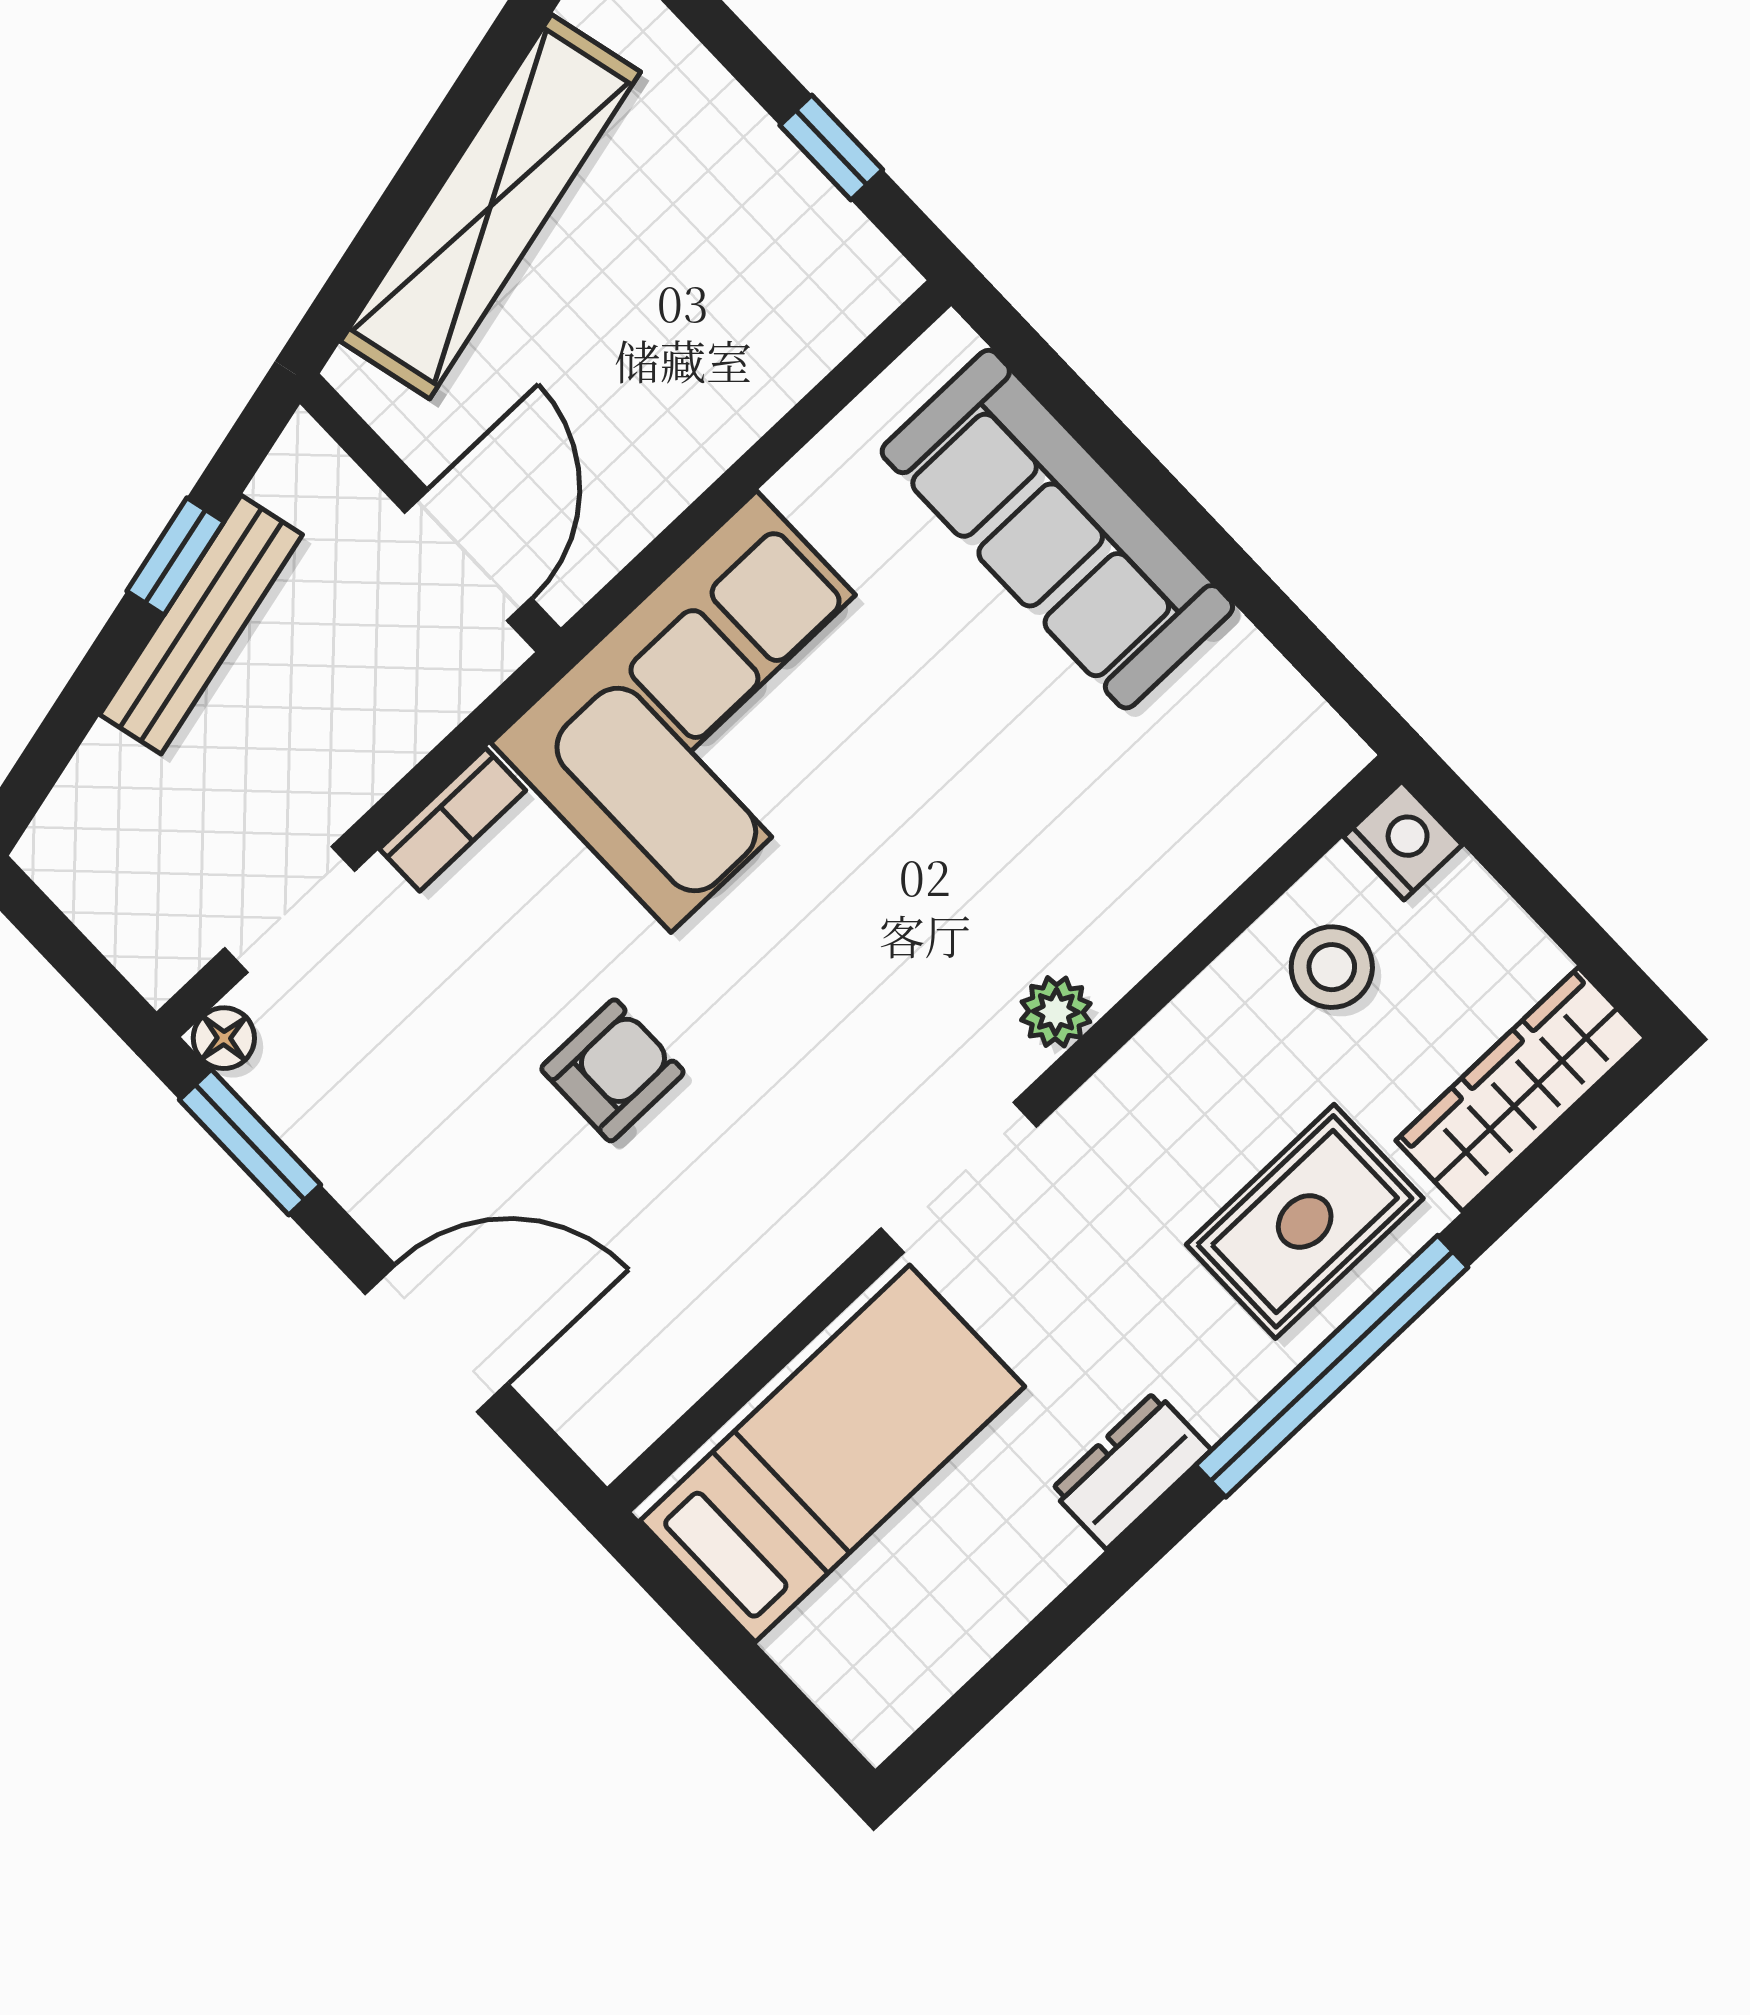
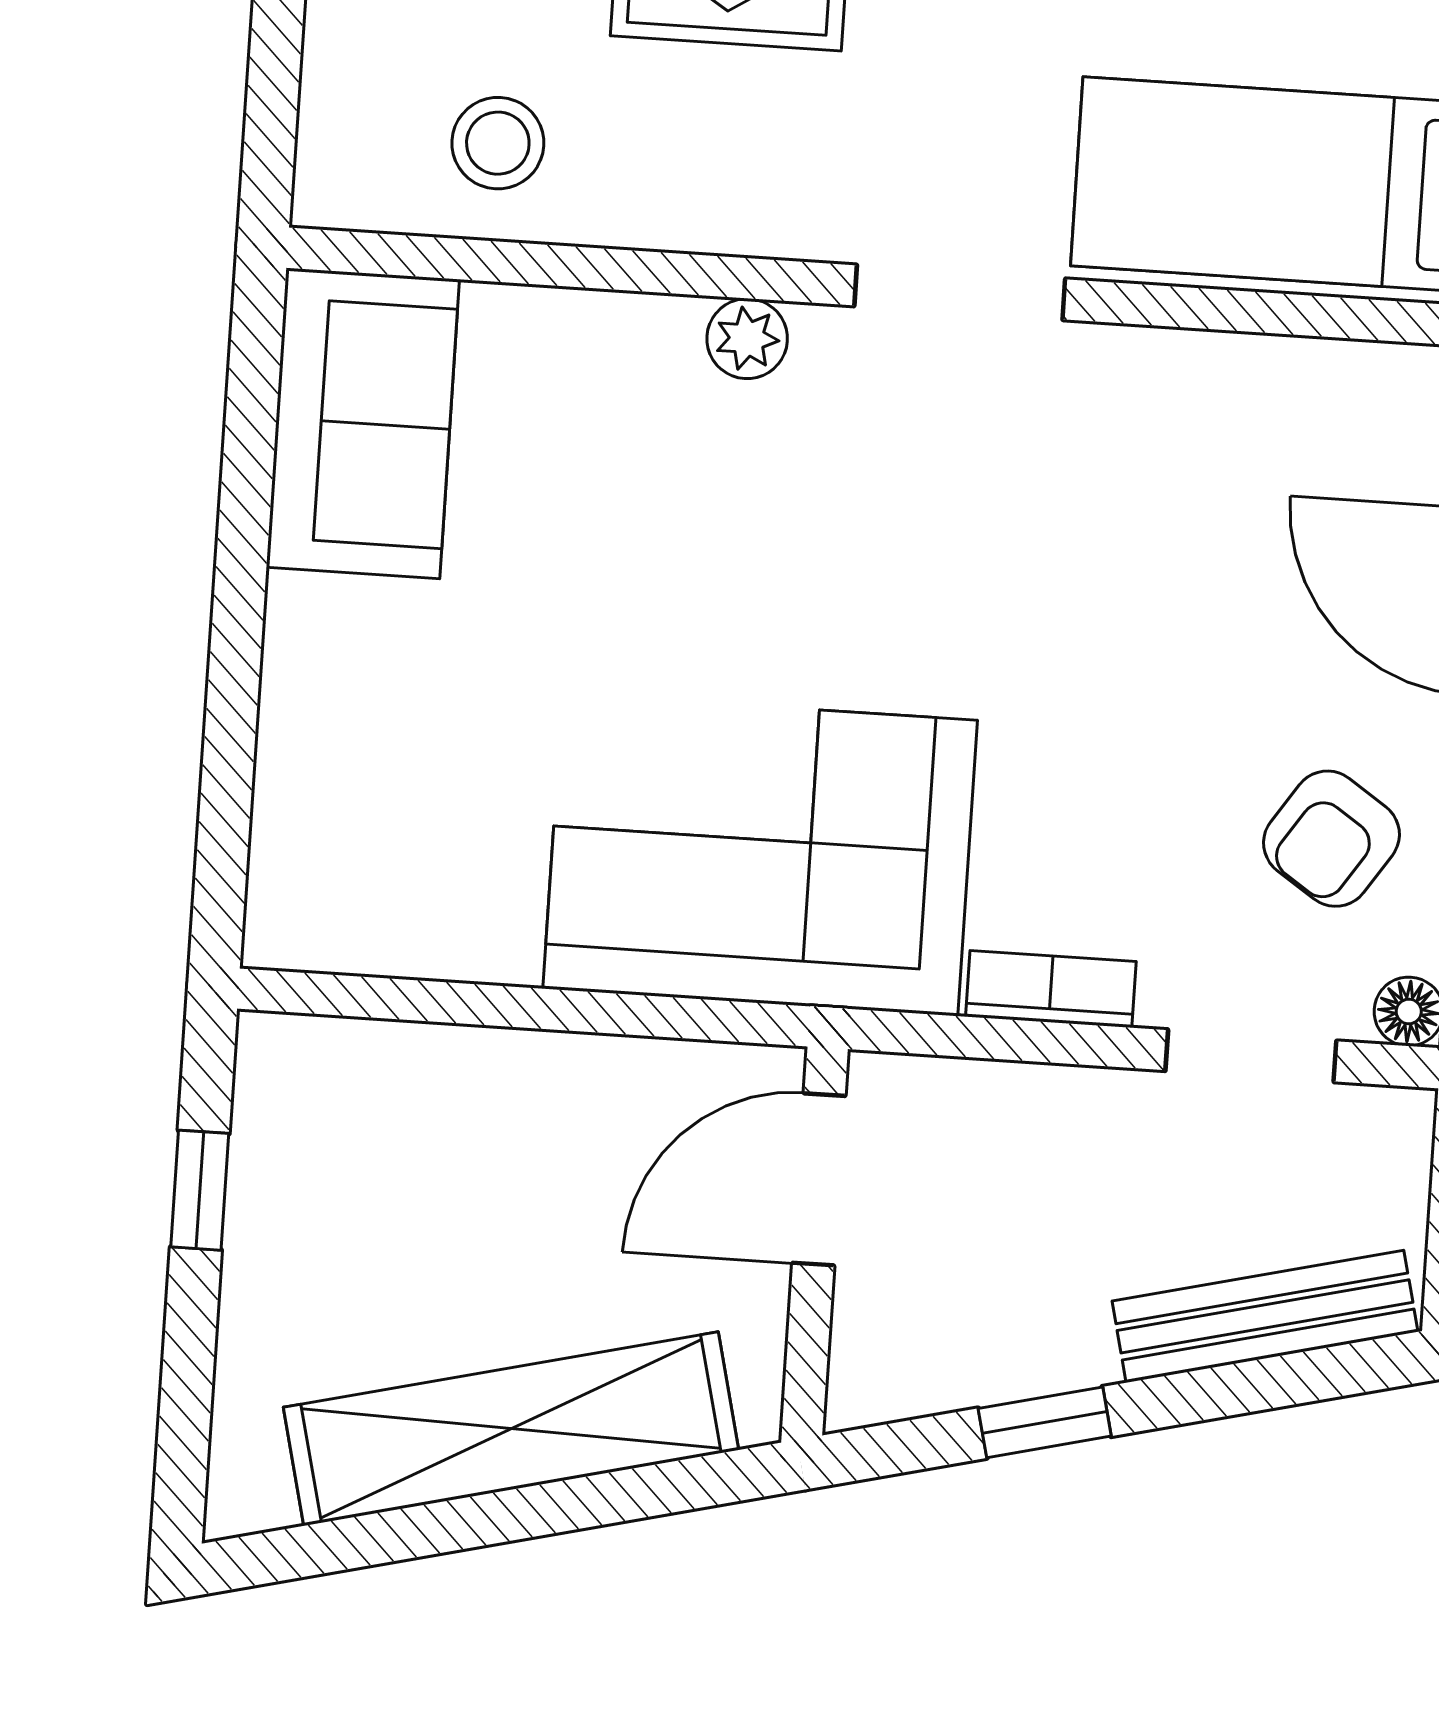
sofa: (1057, 529) -> (363, 423), moved, width x0.73
bench: (201, 625) -> (1265, 1316), moved
nightstand: (1403, 841) -> (338, 181), removed
armchair: (612, 1070) -> (1331, 839), moved, turned -56

